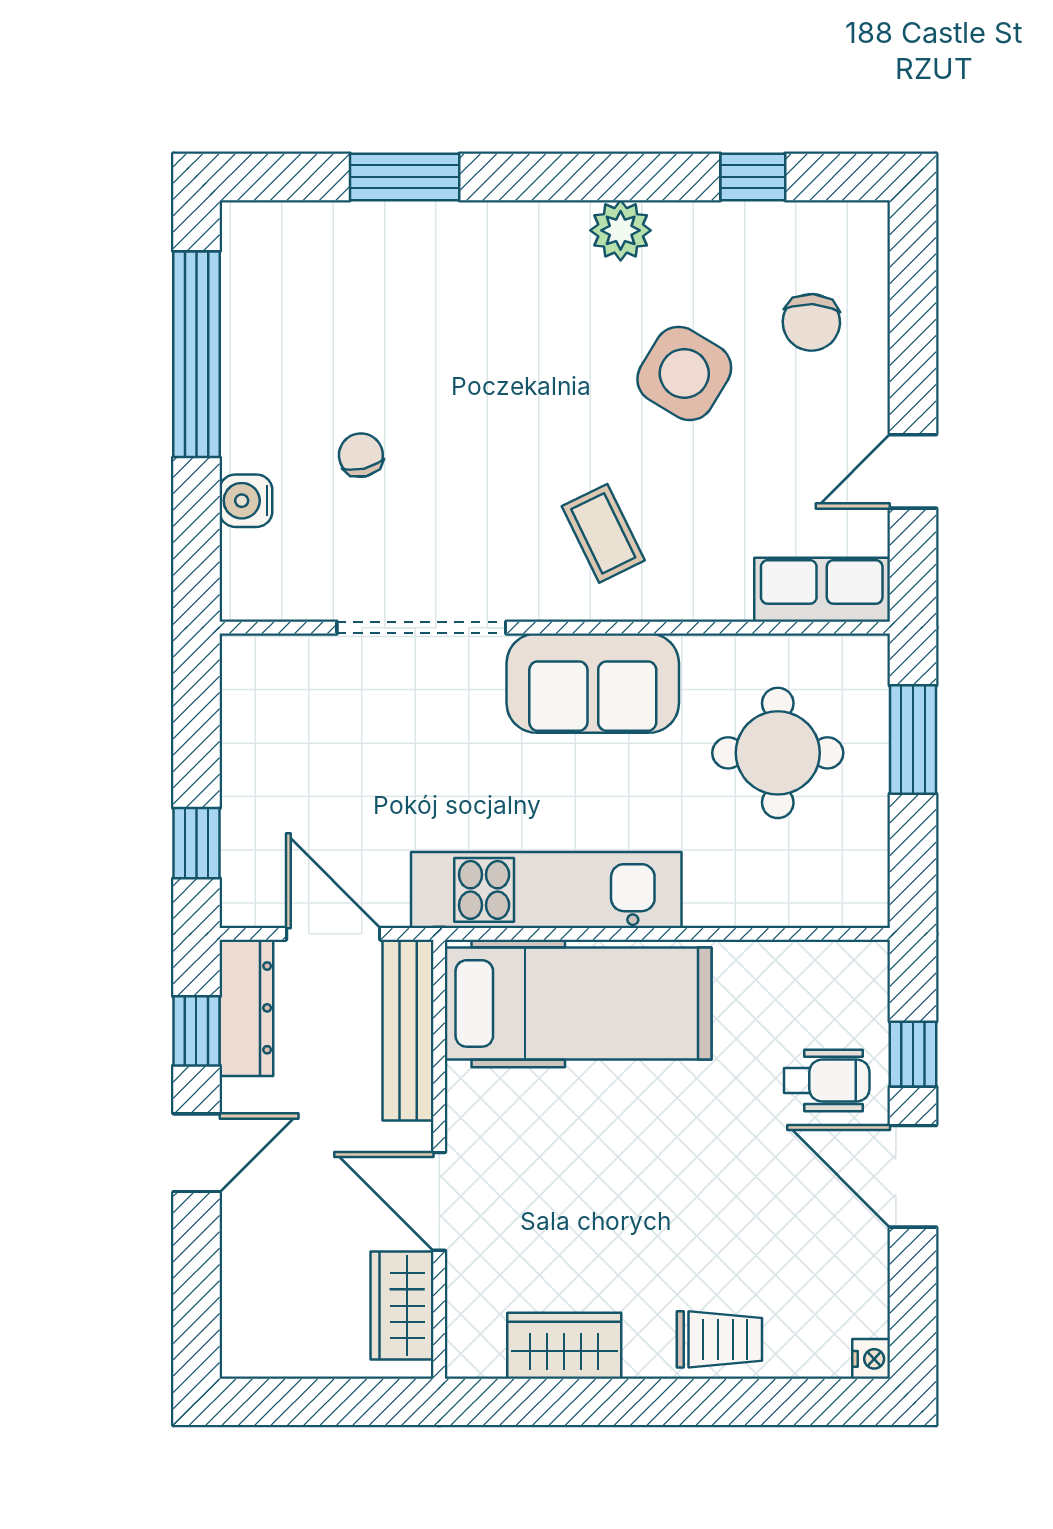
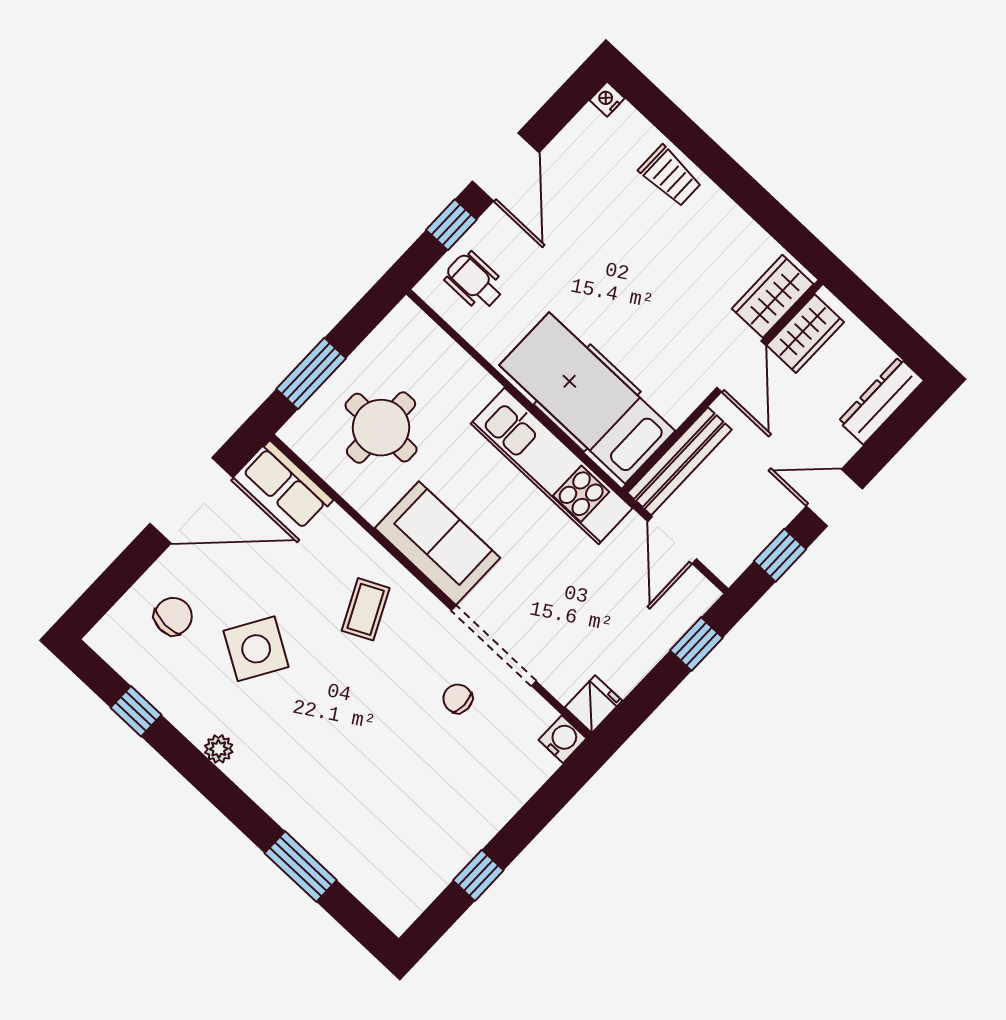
plant: (621, 230) -> (219, 749), width x0.73, depth x0.73
window: (196, 354) -> (478, 875), width x0.32
chair: (361, 455) -> (458, 699), moved, turned 103
door: (913, 471) -> (191, 500), width x1.88
water cooler: (246, 501) -> (562, 739), moved, turned -90
fridge: (248, 668) -> (594, 704), added
dresser: (246, 1008) -> (881, 401), moved
wheelchair: (827, 1080) -> (475, 281), moved
trolley: (719, 1339) -> (670, 176), turned 180
wardrobe: (564, 1346) -> (773, 296), moved, turned 90

